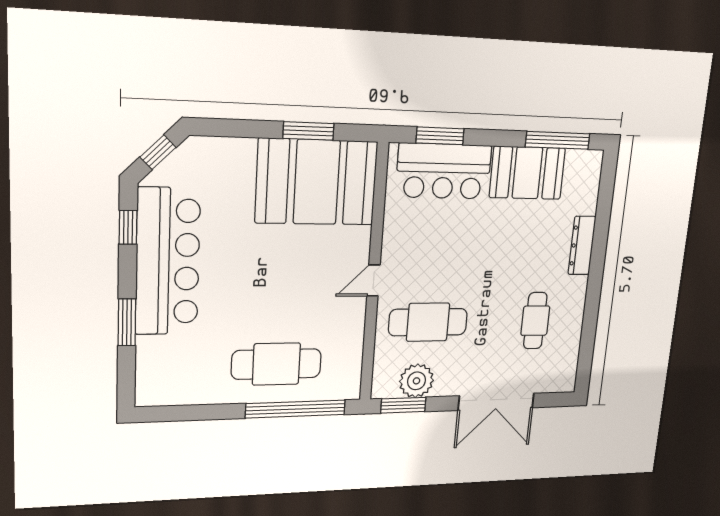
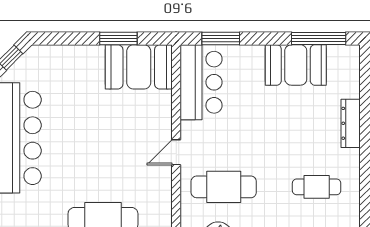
bar counter: (444, 171) -> (201, 82), moved, turned -90
booth: (317, 182) -> (139, 67), width x0.73, depth x0.70
cafe table: (535, 321) -> (317, 187), turned 90

